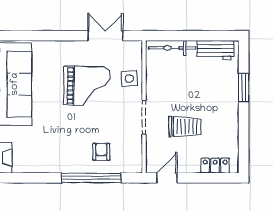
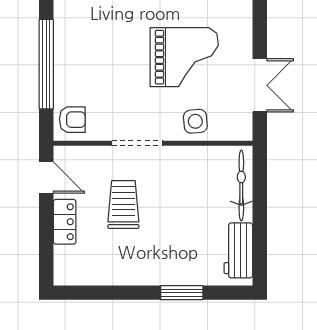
grand piano: (87, 86) -> (184, 57), turned -91
trolley: (185, 126) -> (123, 205), turned 180
armchair: (101, 152) -> (72, 120), moved
locker: (215, 166) -> (65, 222), moved

